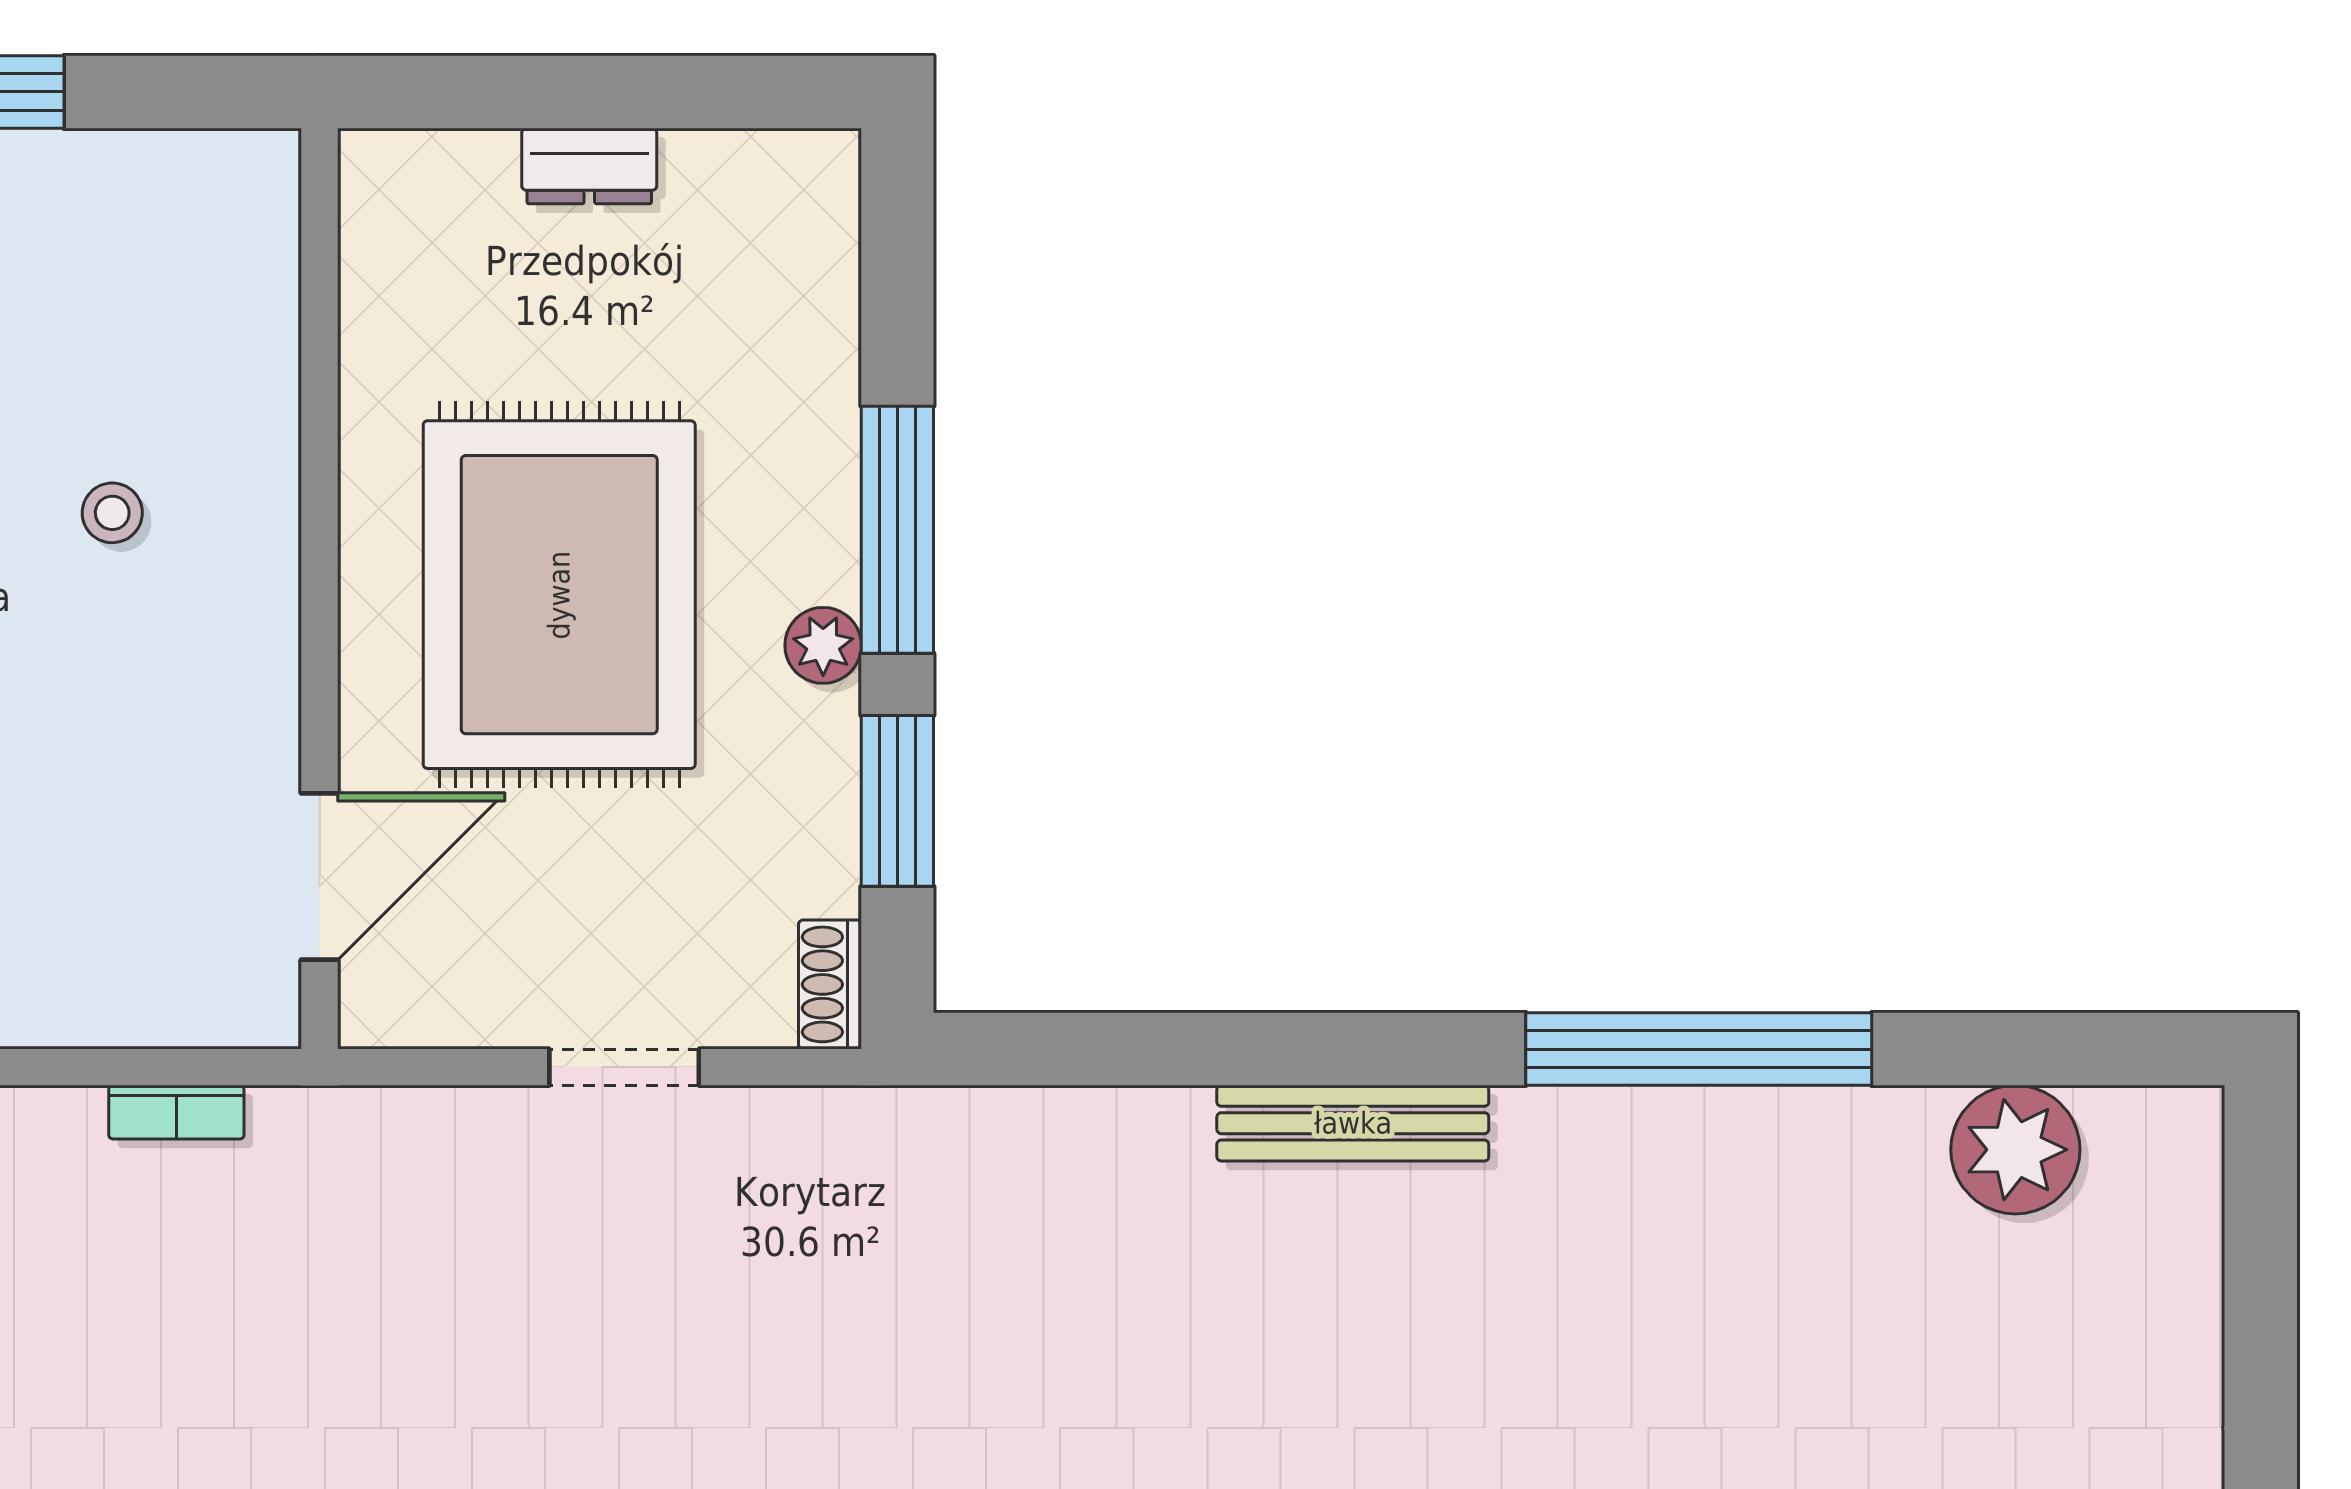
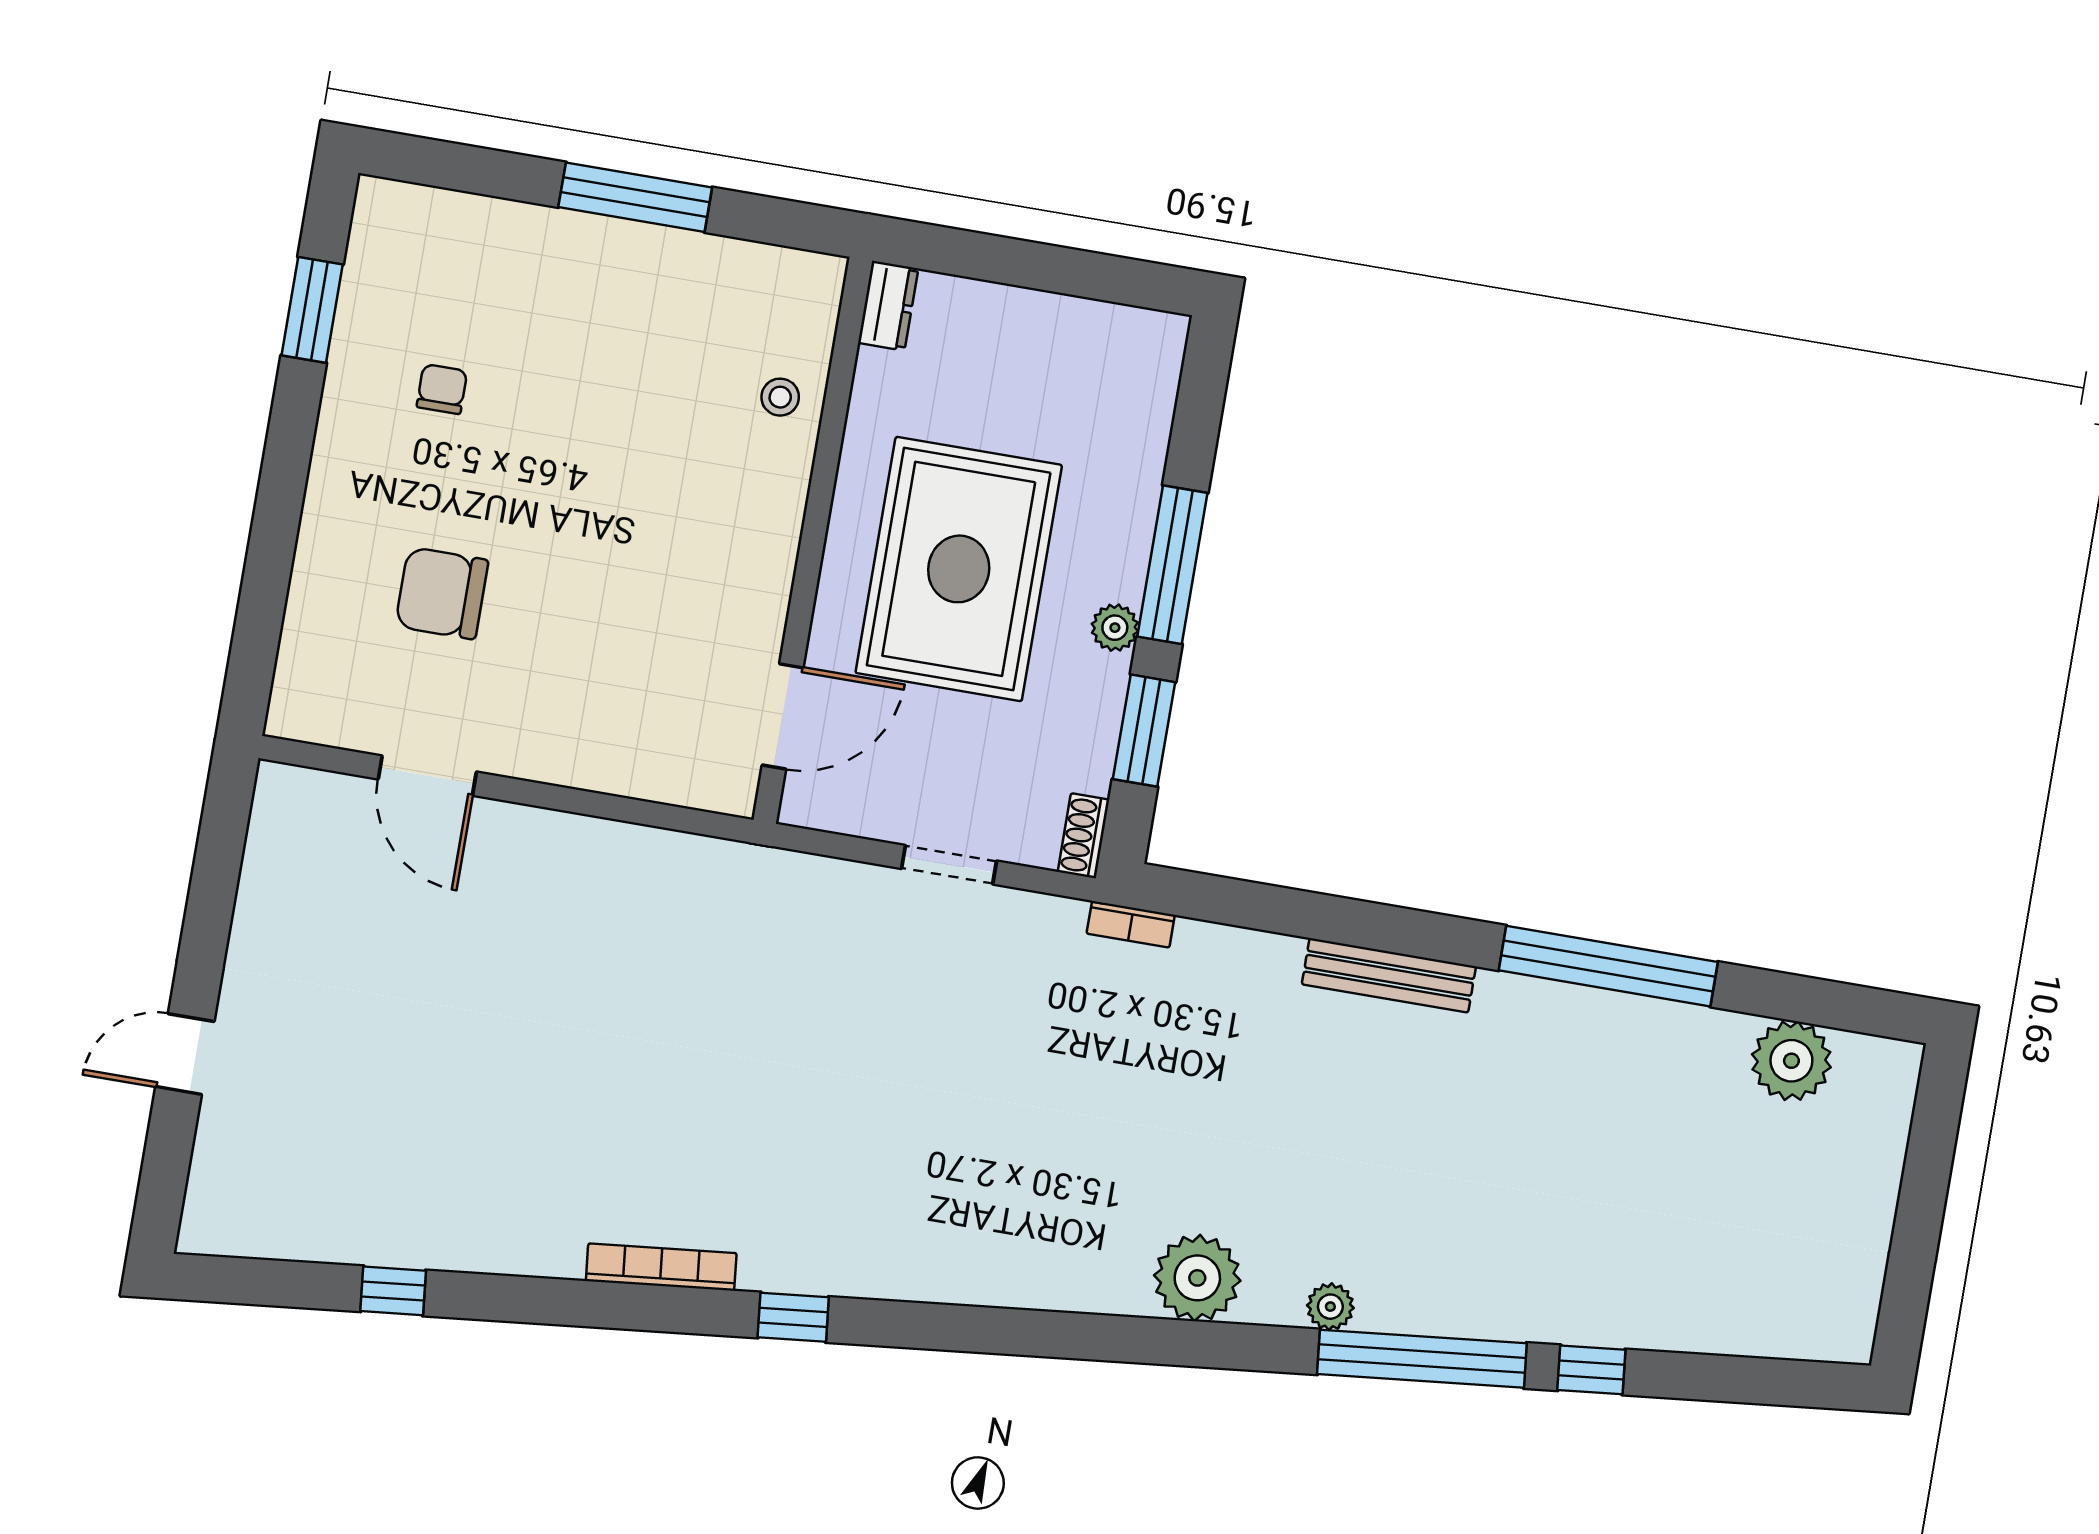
dresser: (589, 166) -> (888, 306), moved, turned -90
stool: (112, 513) -> (780, 397), moved
bookcase: (176, 1112) -> (1131, 924), moved

